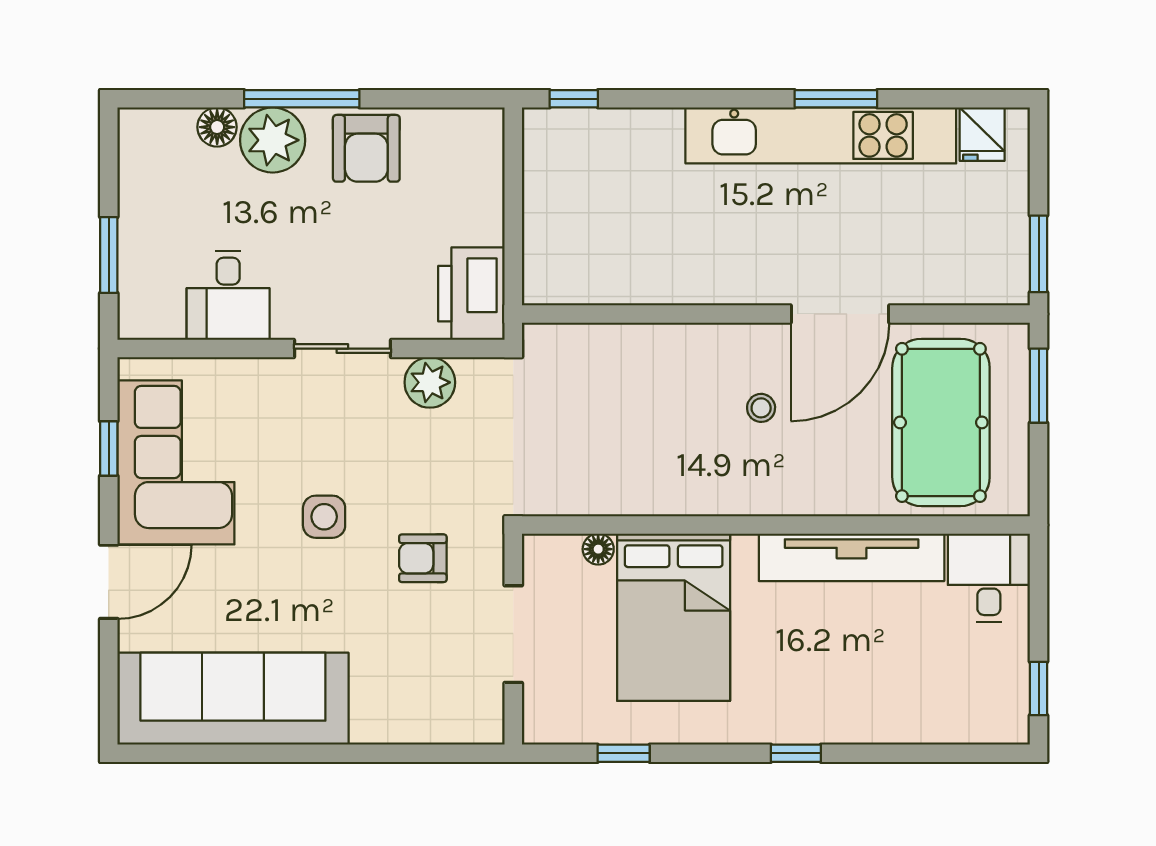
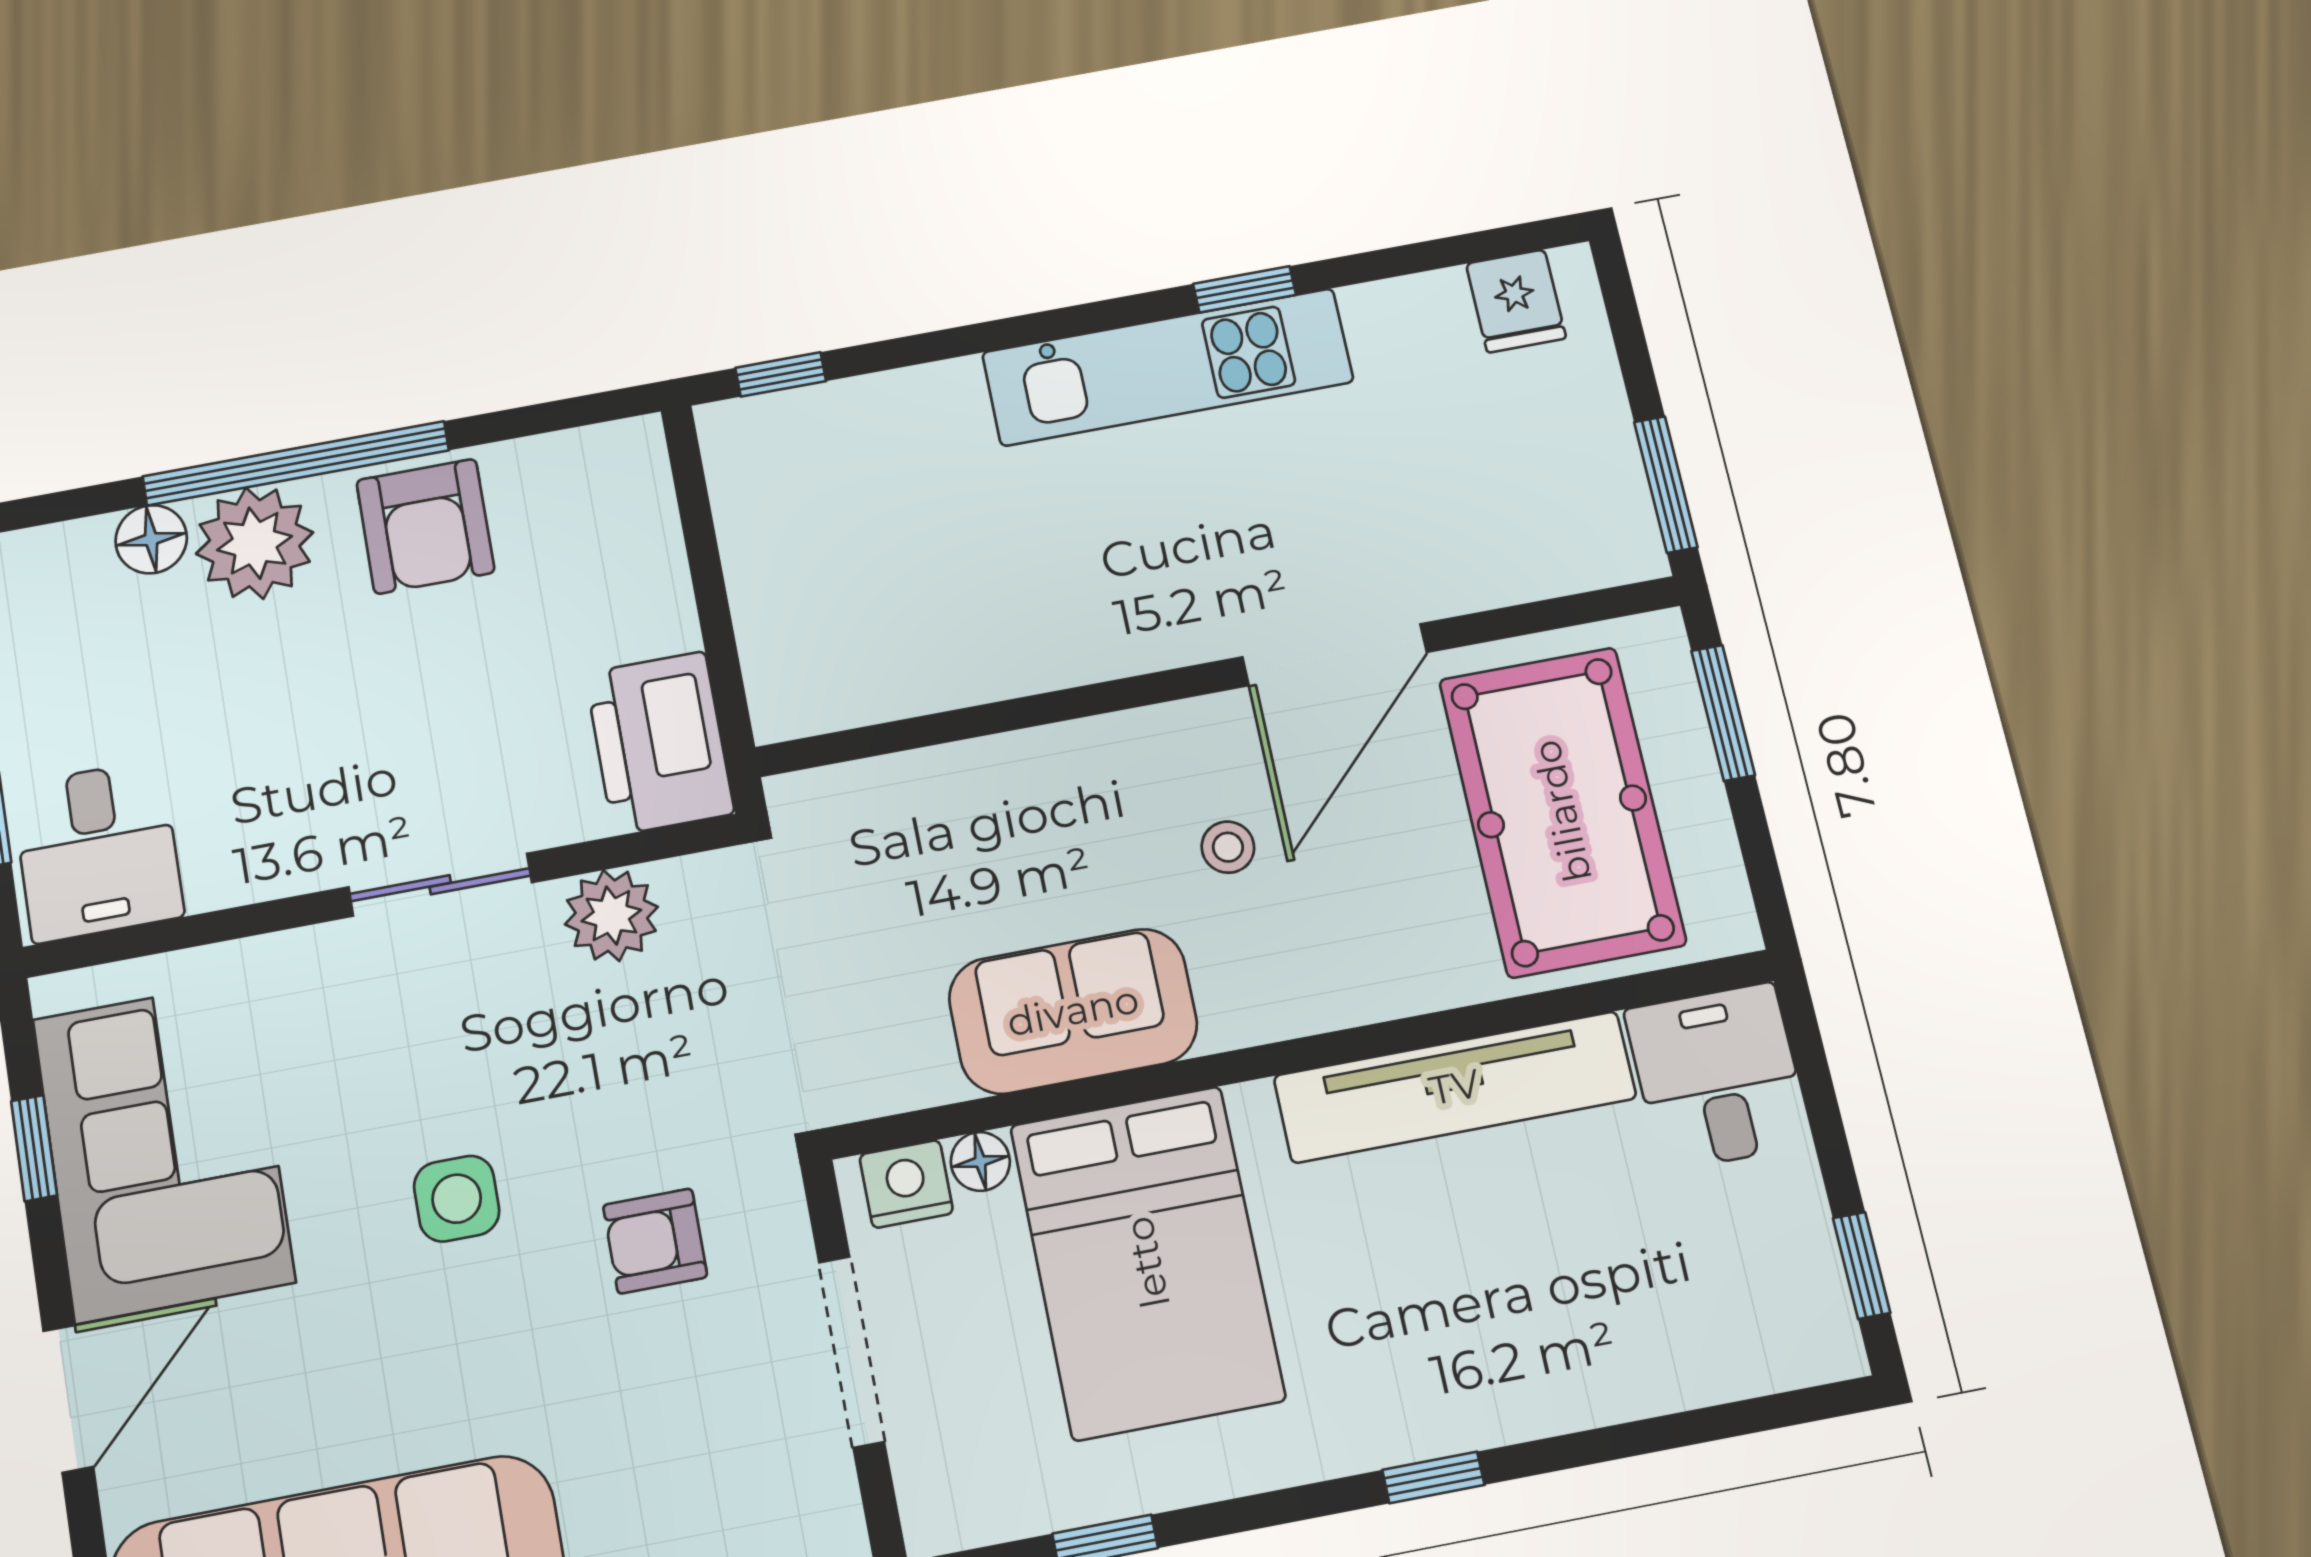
window: (302, 99) -> (296, 463), width x1.46
window: (836, 99) -> (1245, 289), width x0.67
kitchen unit: (821, 135) -> (1168, 367), width x0.73
desk: (228, 295) -> (98, 851), moved
sofa: (662, 480) -> (1073, 1011), added
nightstand: (558, 553) -> (906, 1184), added

